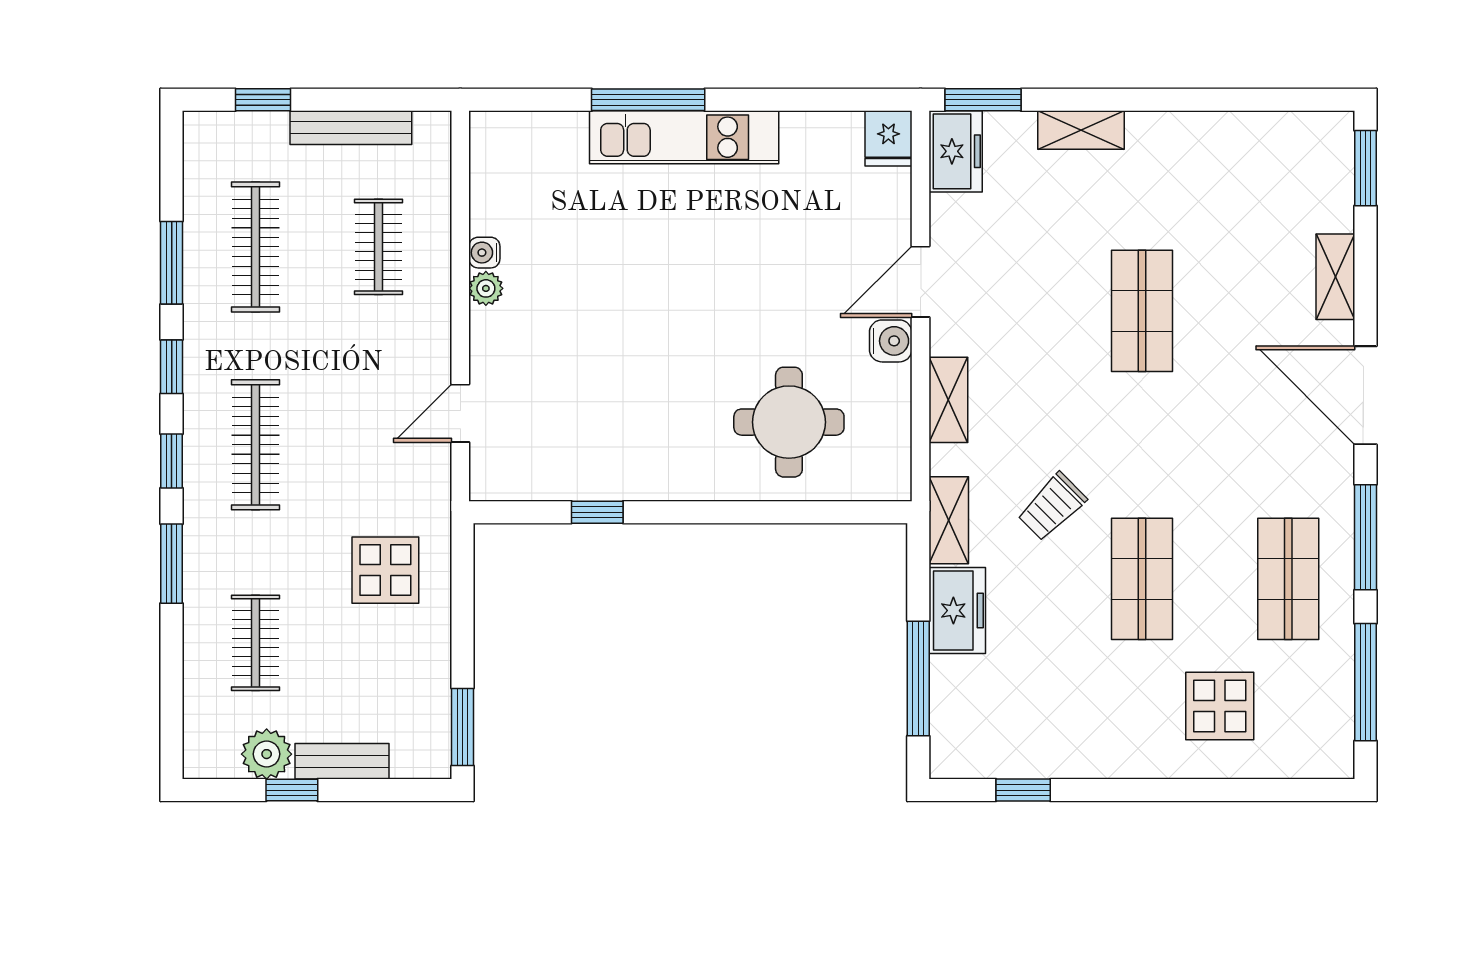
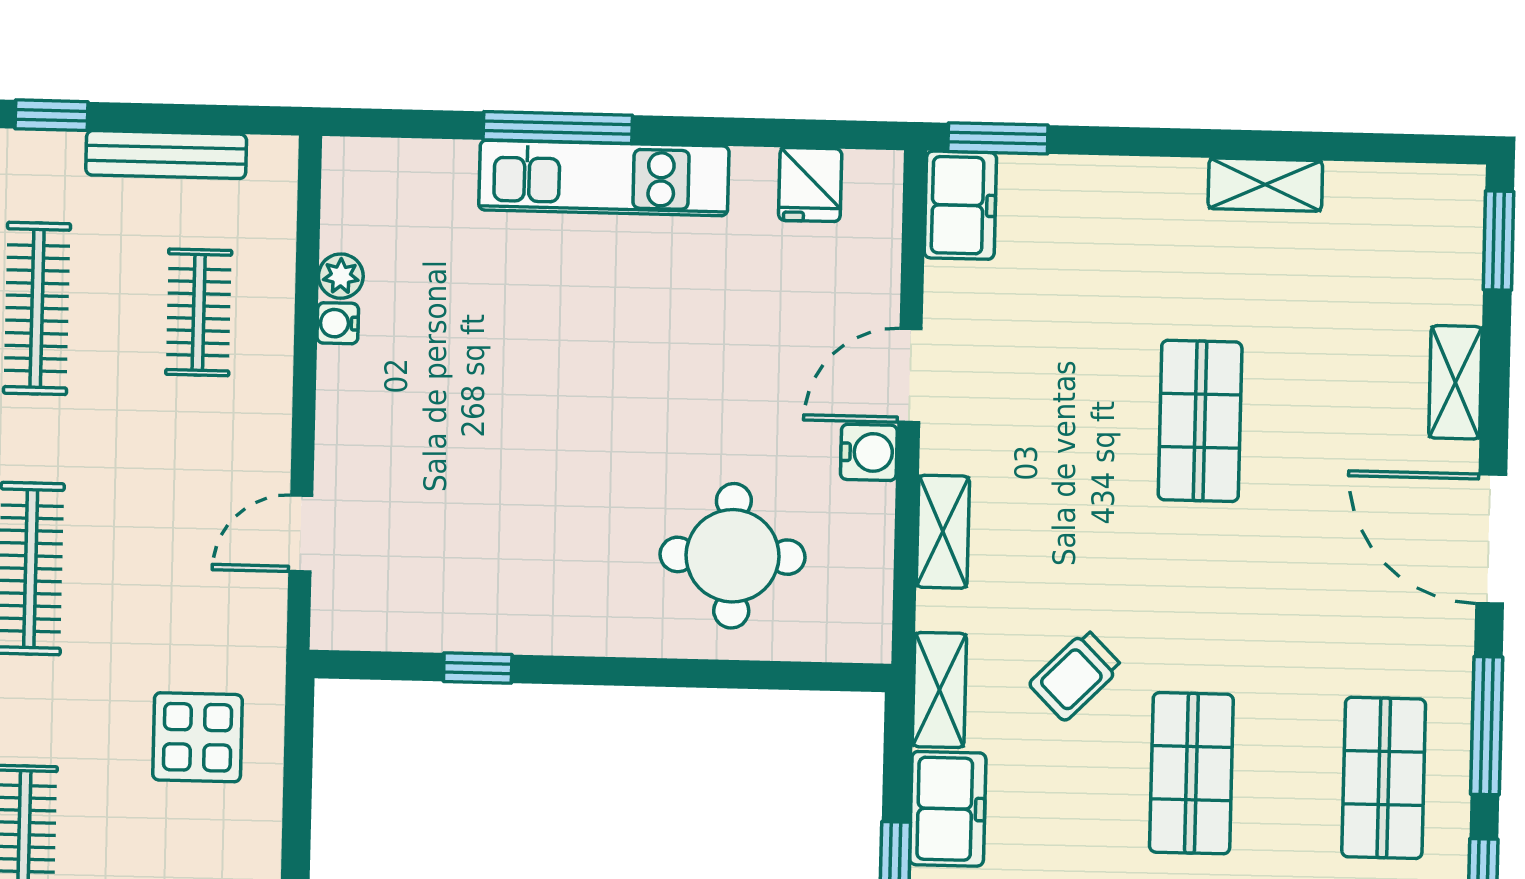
shelving: (1081, 130) -> (1265, 185), moved
fridge: (888, 138) -> (810, 185), moved
plant: (486, 288) -> (341, 276), moved

